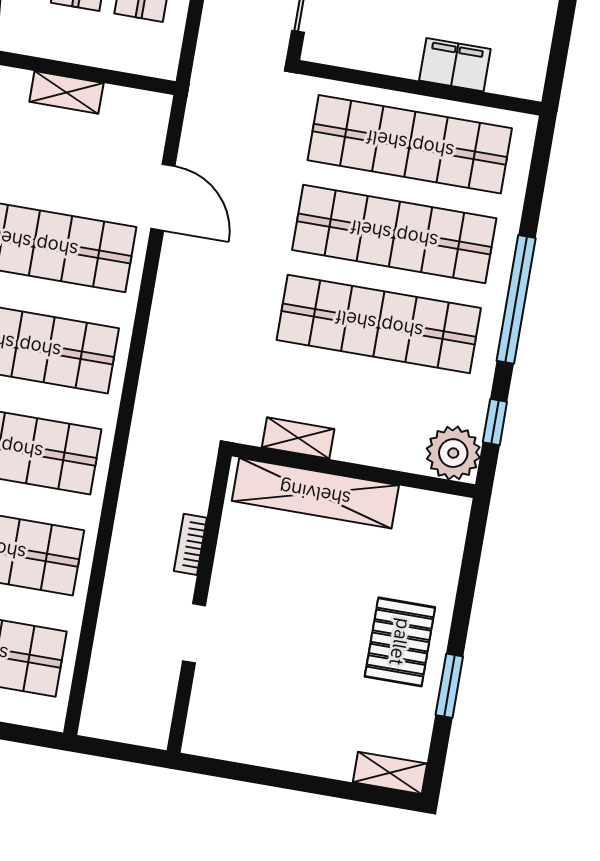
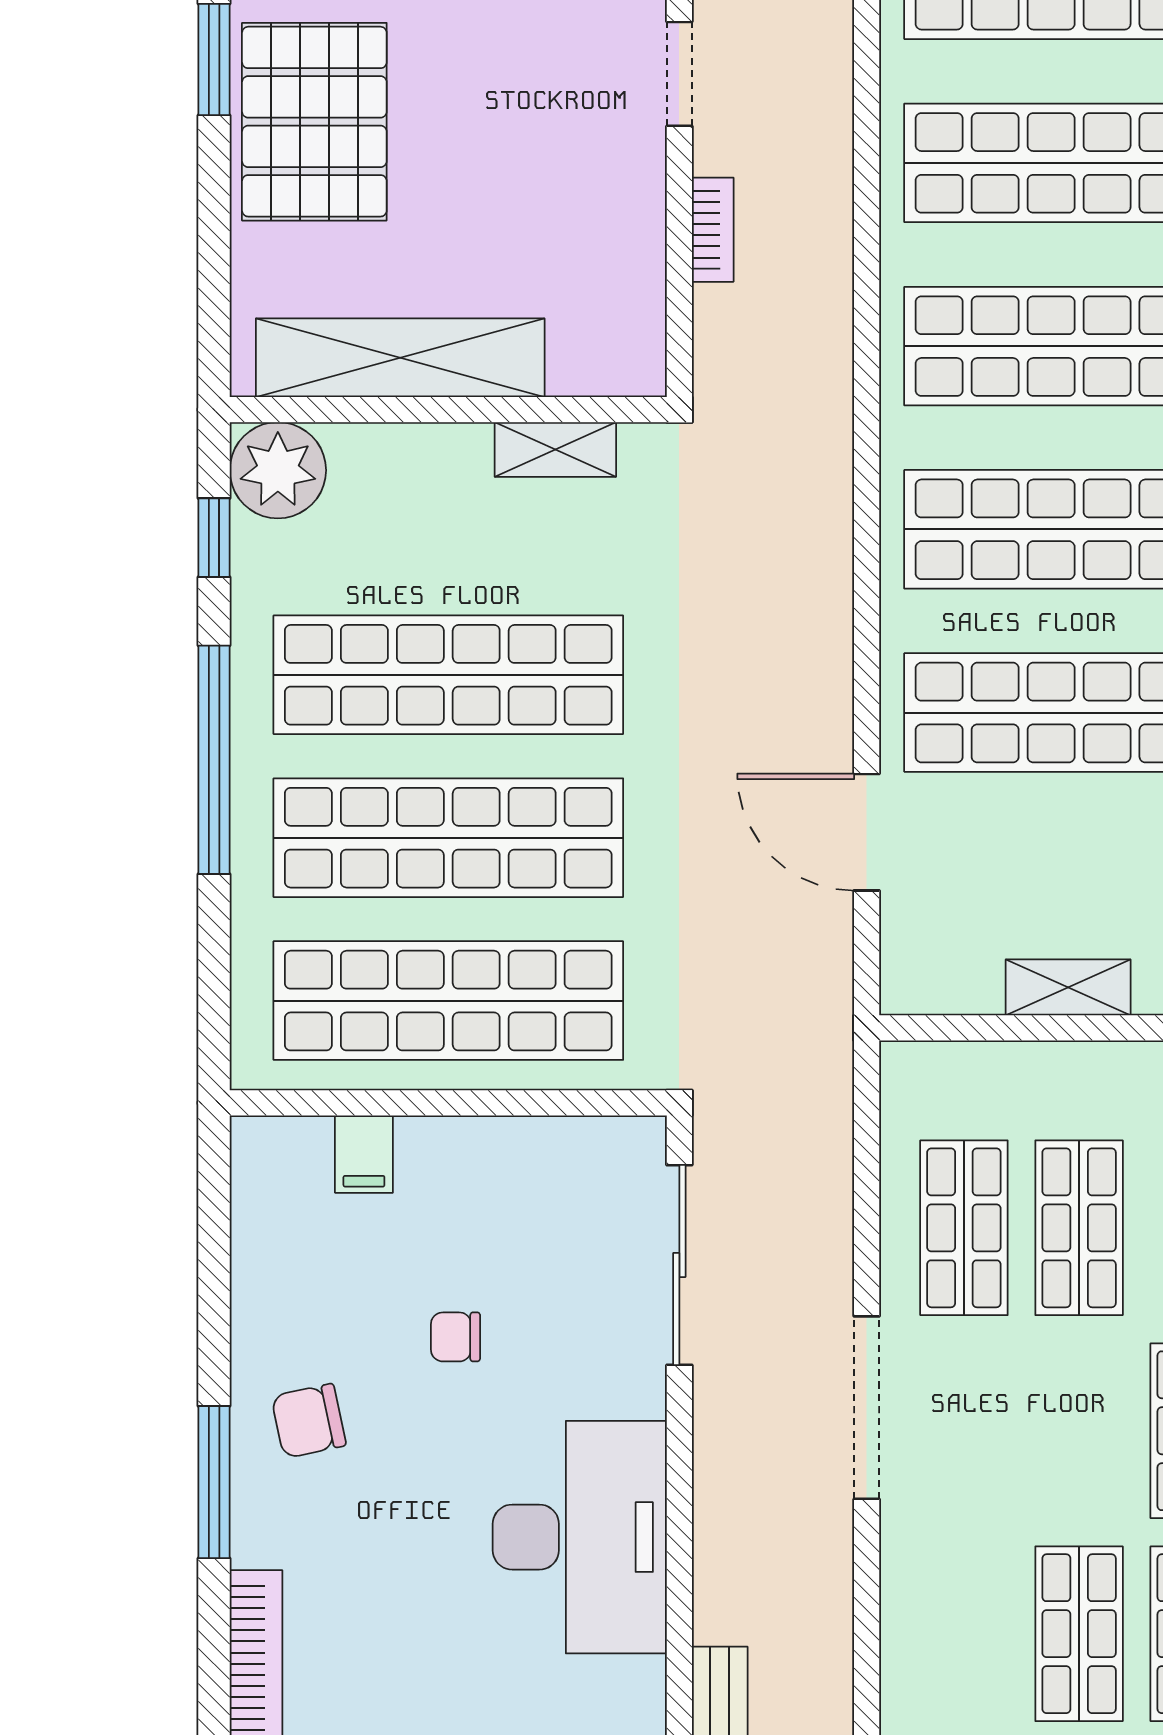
filing cabinet: (455, 65) -> (364, 1154), width x0.50
shelving: (315, 493) -> (400, 358), moved
pallet: (400, 642) -> (314, 122), width x1.37, depth x1.41

